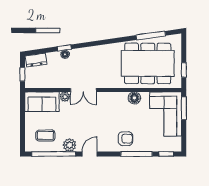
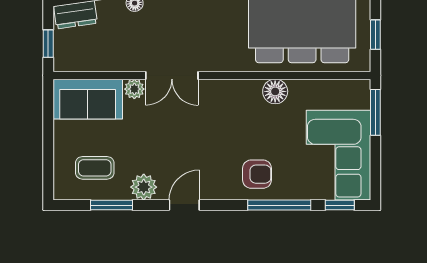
corner sofa: (166, 114) -> (338, 155), moved
window: (54, 154) -> (112, 205), width x0.47

